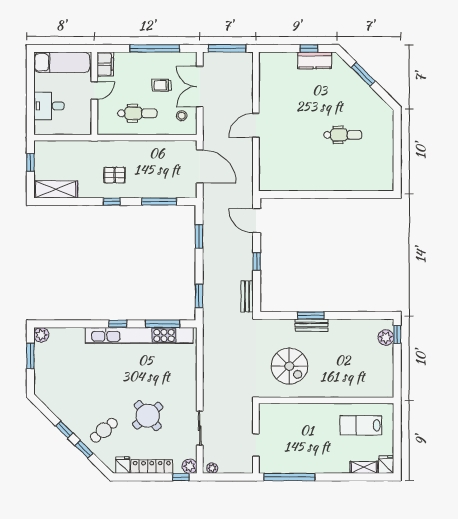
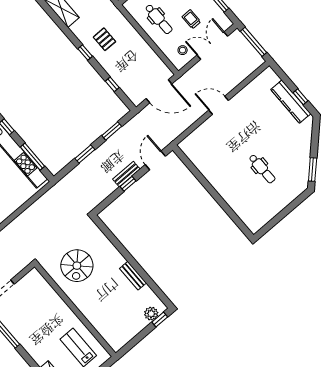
kitchen counter: (315, 60) -> (291, 102), width x1.50
window: (363, 74) -> (313, 170), moved
door: (200, 166) -> (159, 91), hinge flipped
window: (159, 202) -> (112, 84), width x0.46
window: (199, 296) -> (85, 154), moved
bench: (247, 296) -> (126, 174), moved
window: (311, 315) -> (123, 251), removed
bench: (312, 325) -> (133, 276), moved

